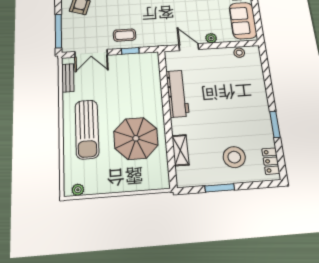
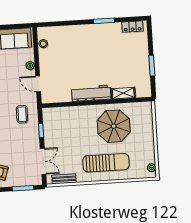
window: (58, 31) -> (23, 188), width x0.69
coffee table: (125, 35) -> (22, 114), moved
door: (189, 47) -> (38, 84), hinge flipped
workbench: (177, 94) -> (91, 93), moved
stool: (234, 157) -> (129, 53), removed

